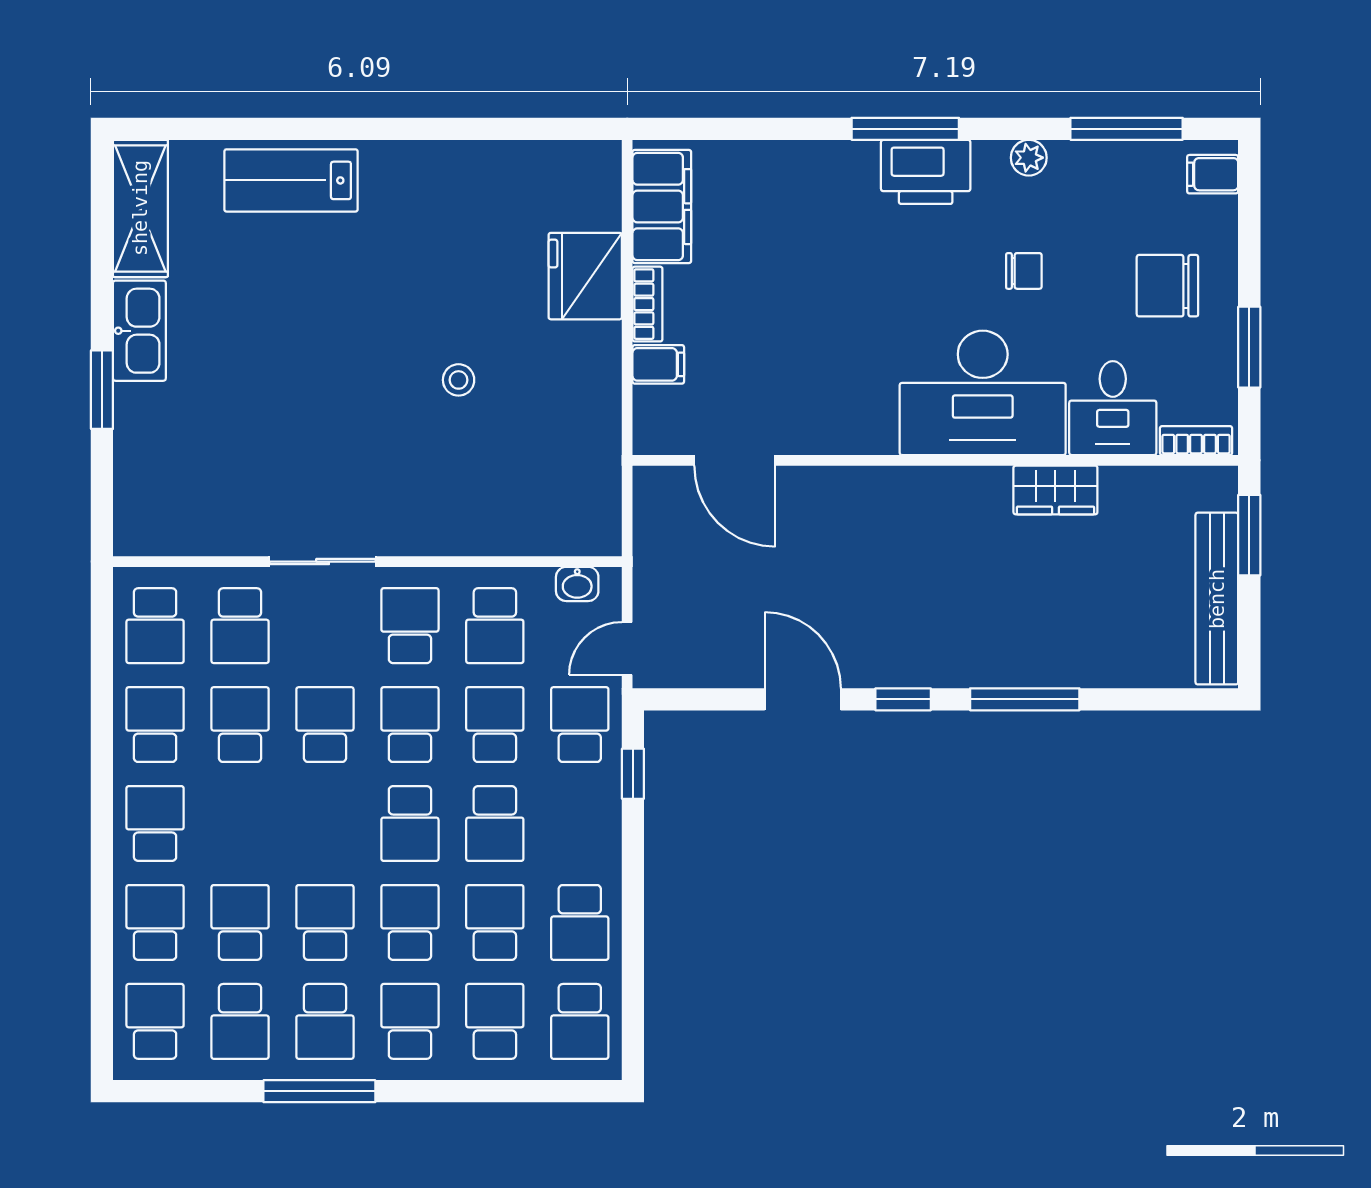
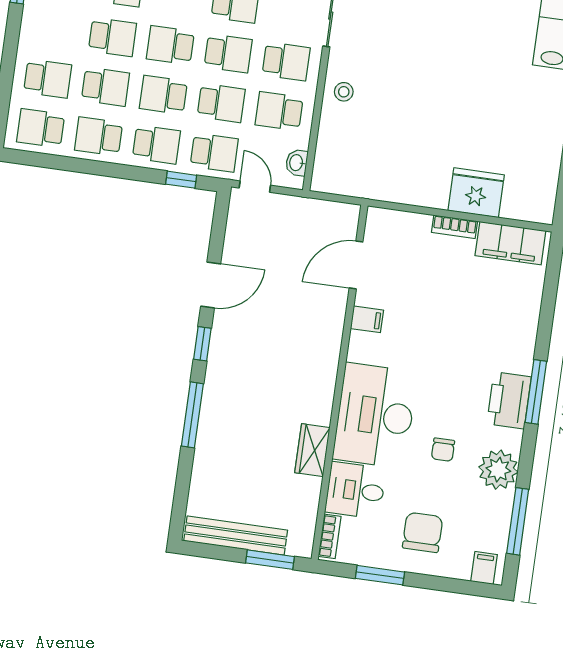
plant: (1029, 158) -> (498, 470), width x1.87, depth x1.87
filing cabinet: (658, 364) -> (367, 319), moved, turned -90
stool: (459, 380) -> (344, 92), moved
school desk: (410, 1021) -> (156, 145), moved

